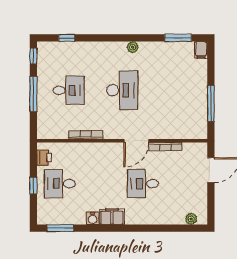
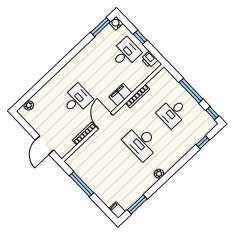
filing cabinet: (112, 217) -> (121, 95), moved, turned 180
water cooler: (93, 218) -> (116, 23), moved

